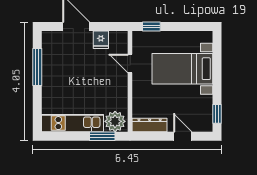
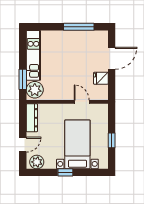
window: (151, 27) -> (112, 140), moved
door: (130, 63) -> (82, 102), hinge flipped
window: (217, 114) -> (65, 172), moved
plant: (204, 119) -> (37, 162), added

